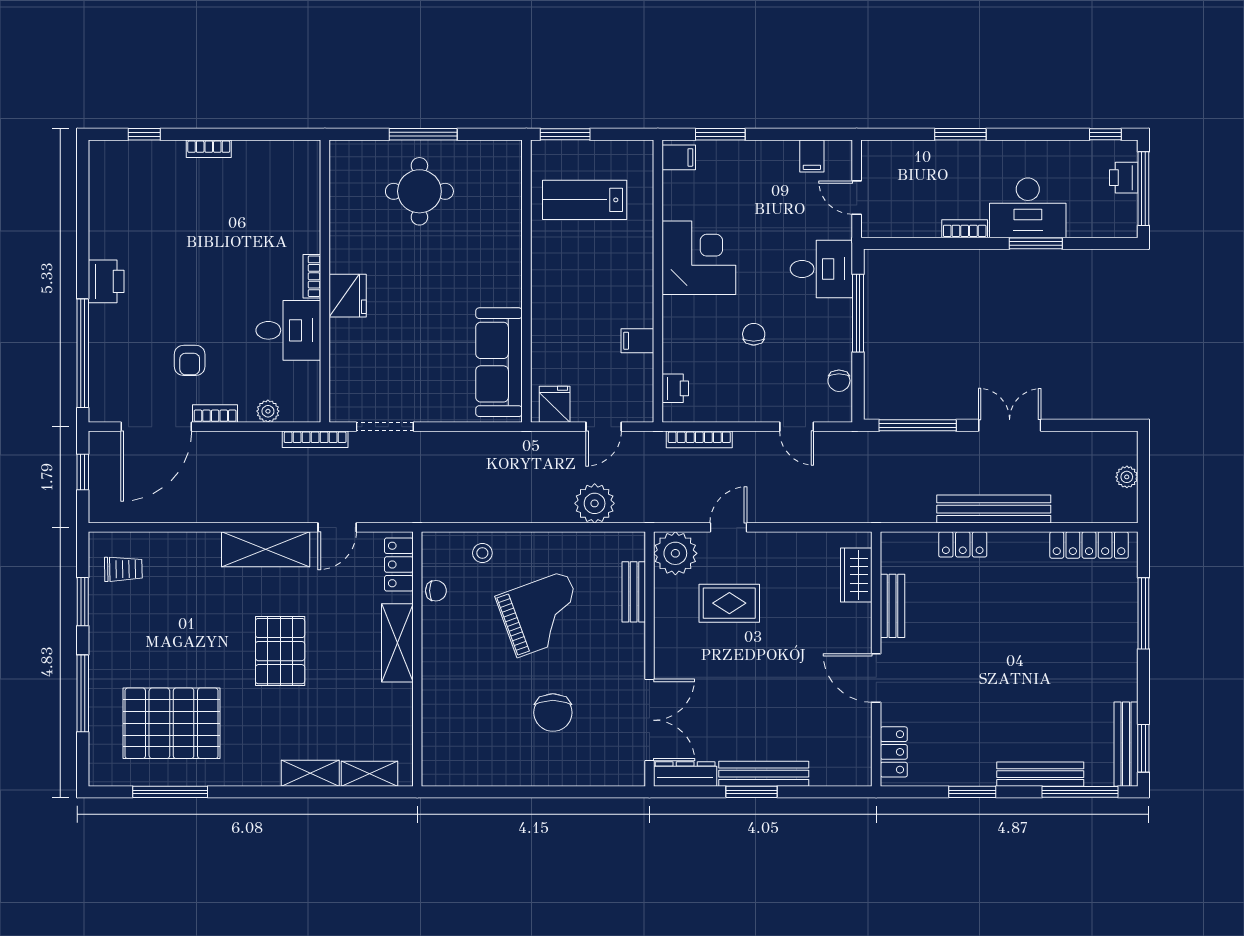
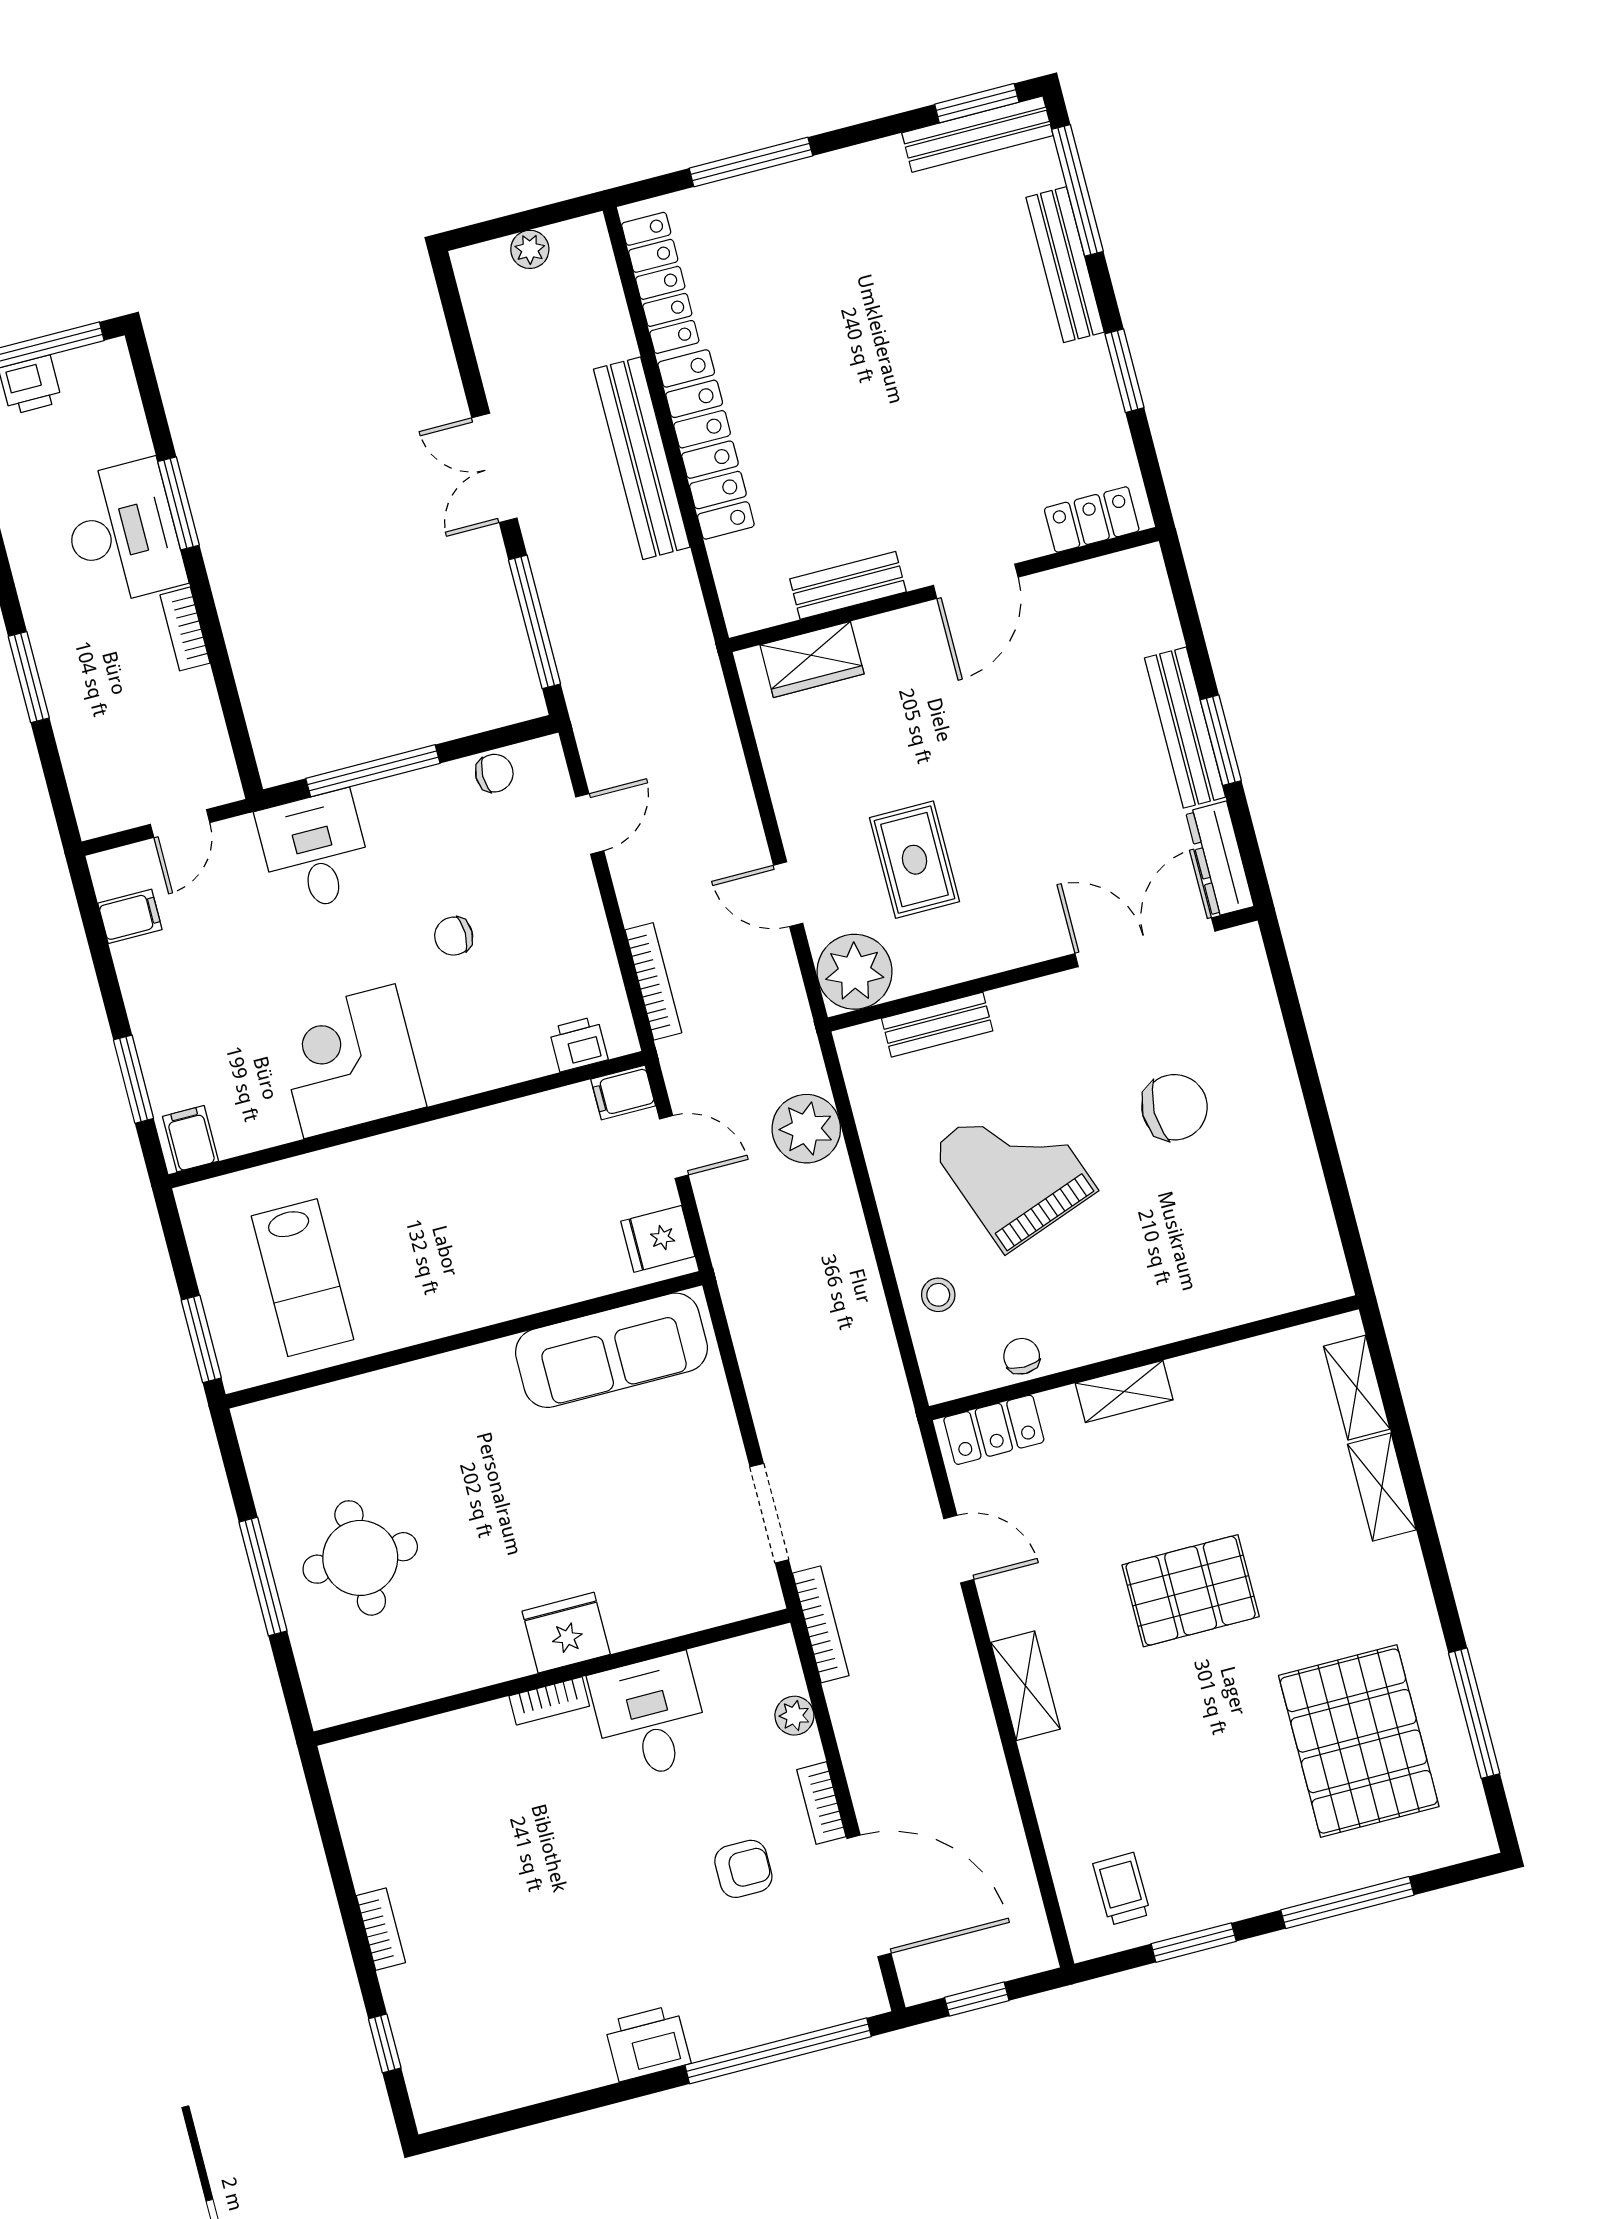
filing cabinet: (637, 341) -> (623, 1092), moved, turned 90
locker: (963, 544) -> (706, 444), width x2.16, depth x1.21
shelving: (266, 549) -> (1025, 1686), width x0.67, depth x0.75
shelving: (397, 643) -> (1124, 1392), width x0.67, depth x0.75

